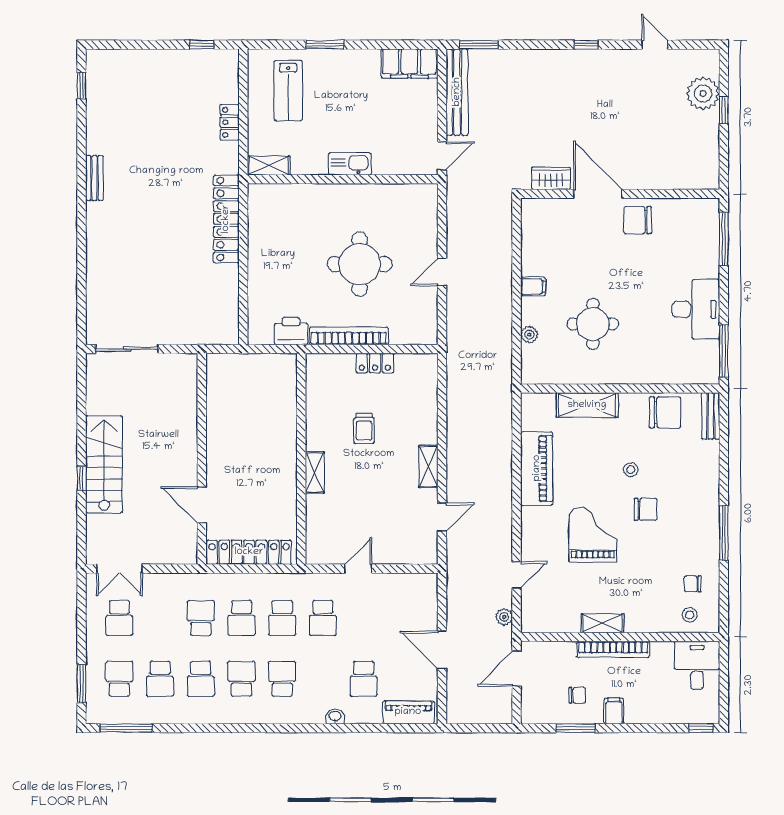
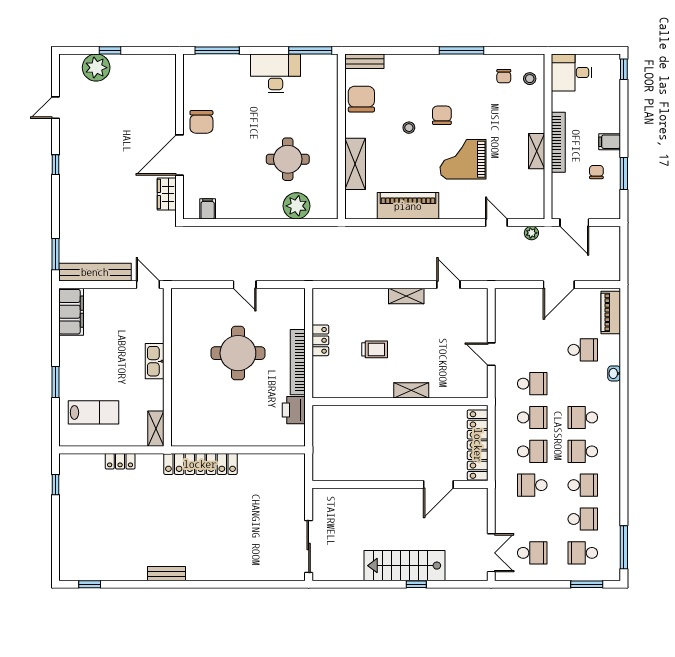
filing cabinet: (533, 286) -> (208, 209), moved
plant: (529, 335) -> (297, 206), width x1.88, depth x1.88

